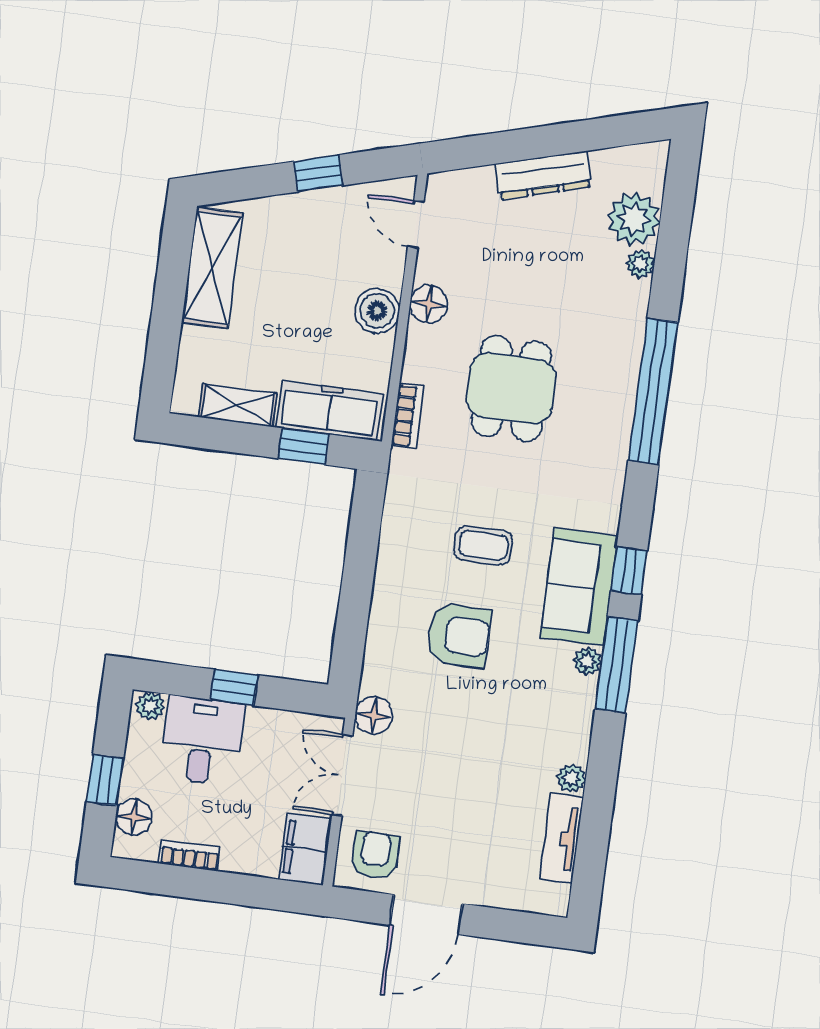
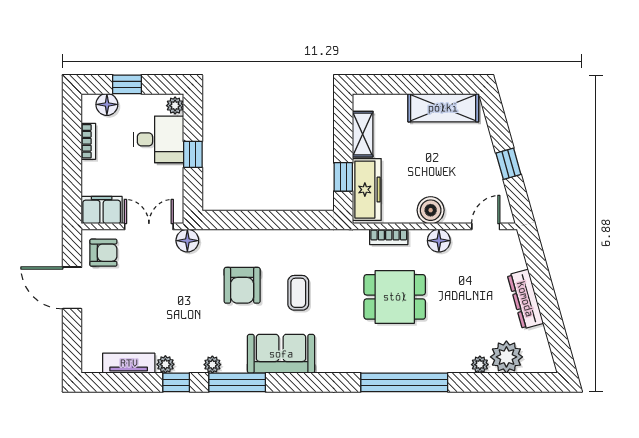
bookcase: (408, 416) -> (389, 237), moved
window: (629, 571) -> (176, 382), moved
plant: (587, 661) -> (212, 365), moved

